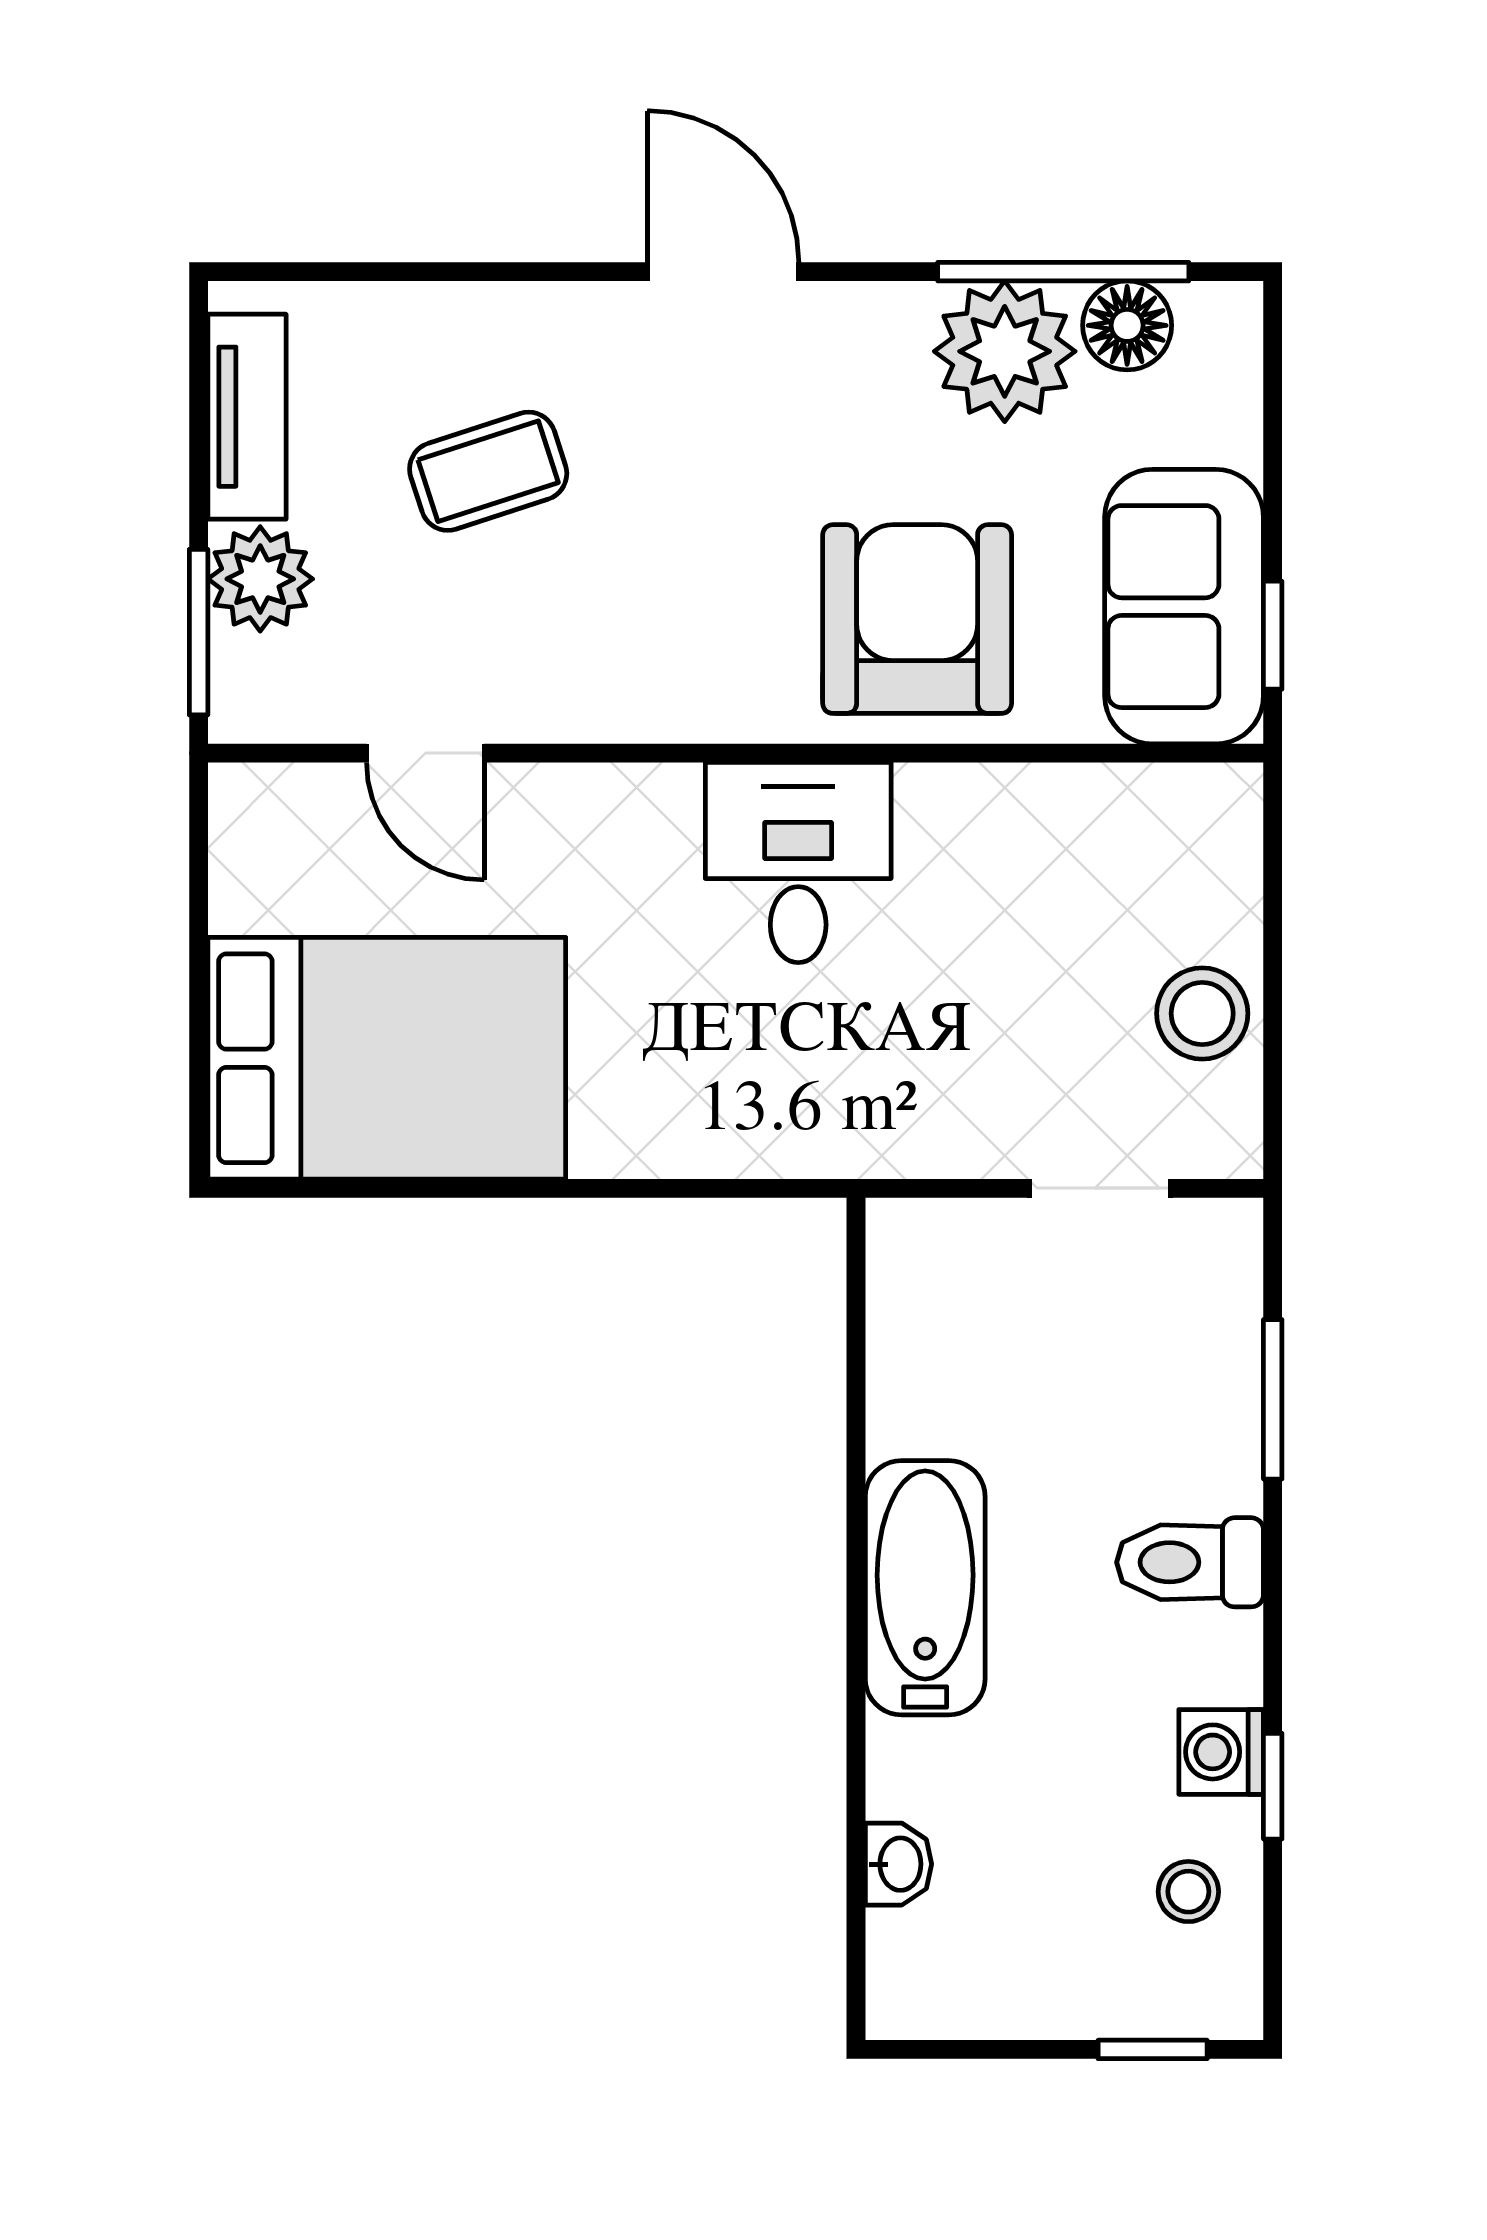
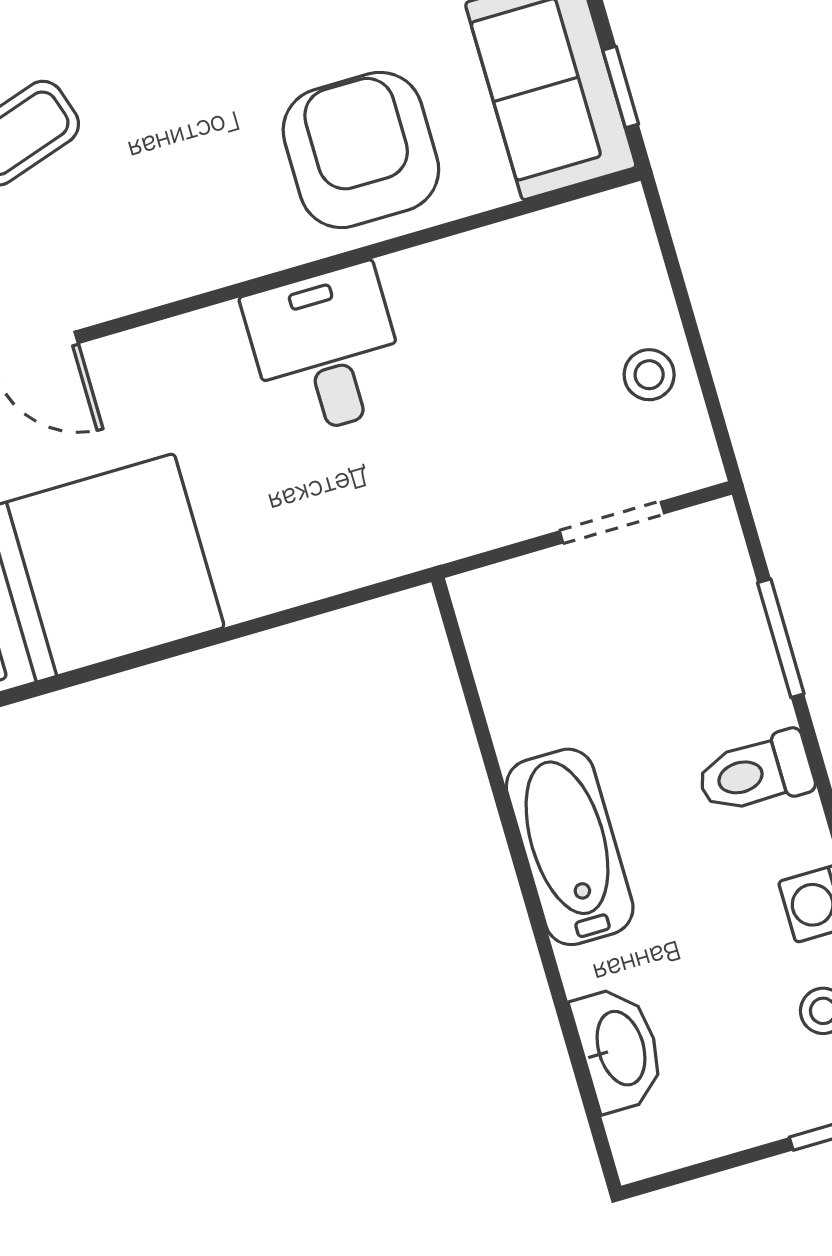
stool: (1202, 1013) -> (649, 375), width x0.73, depth x0.73
washbasin: (898, 1864) -> (619, 1049), width x1.91, depth x1.45

